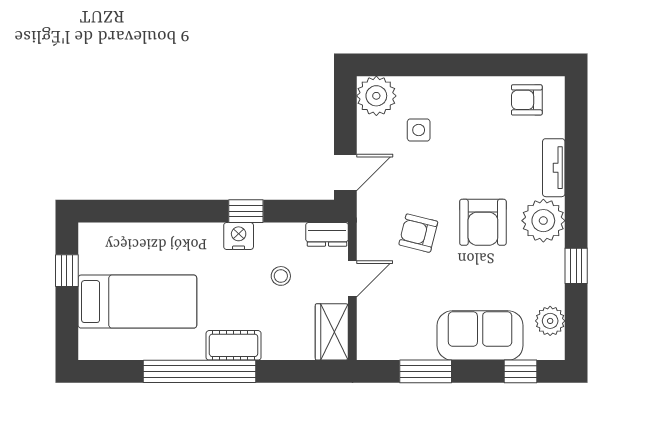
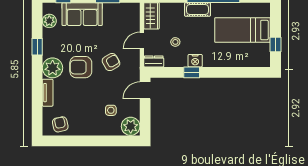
armchair: (527, 100) -> (60, 124), turned -103
armchair: (483, 222) -> (81, 67), turned -90
armchair: (418, 233) -> (111, 62), turned -44

